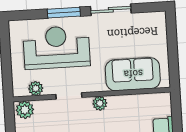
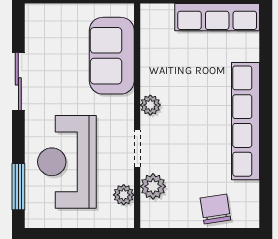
window: (64, 13) -> (18, 187), moved
plant: (25, 110) -> (153, 186), moved

